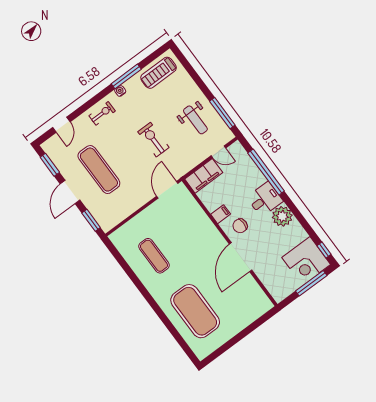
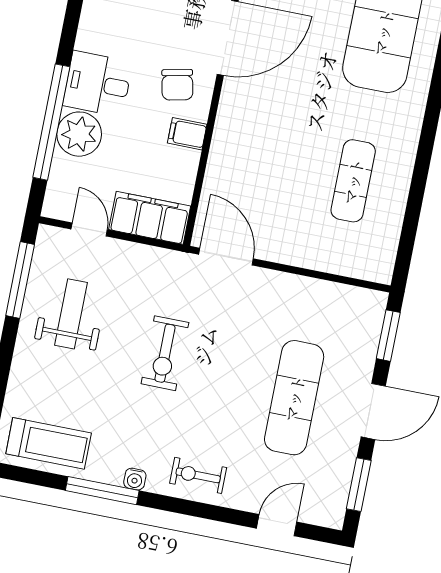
door: (167, 190) -> (226, 257), swing flipped
plant: (282, 216) -> (79, 134), moved
chair: (240, 226) -> (177, 85), turned 78

